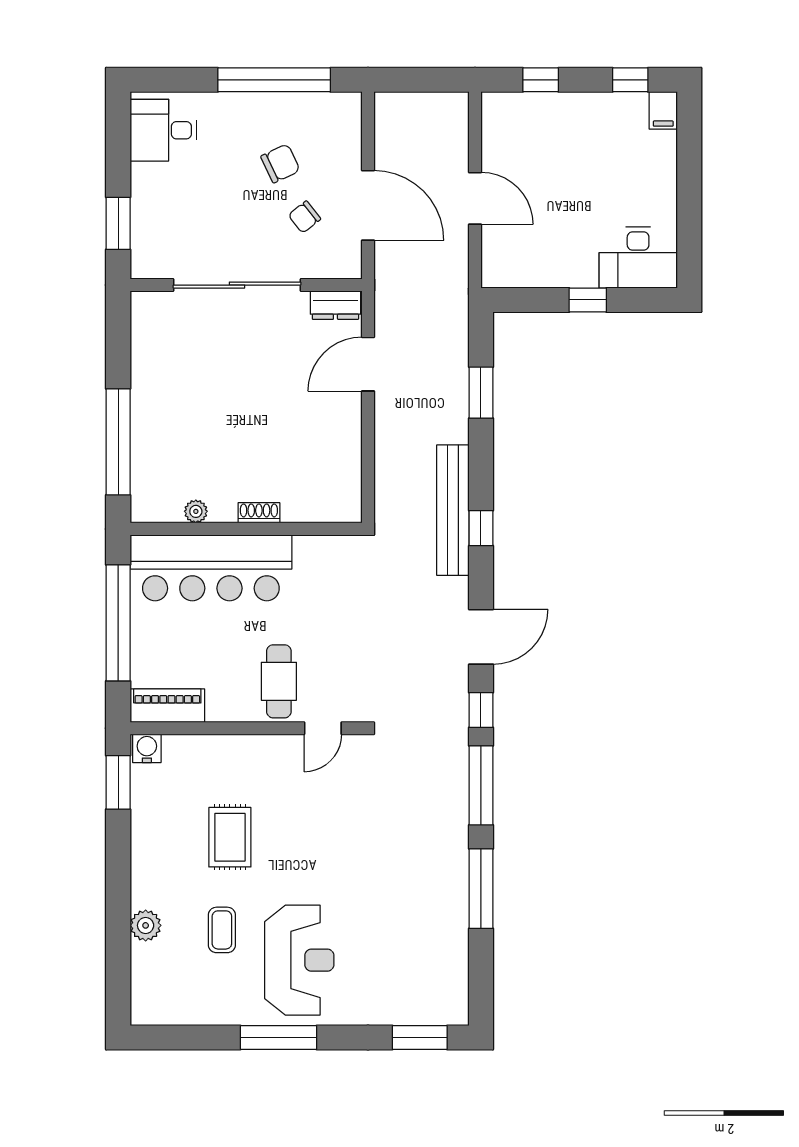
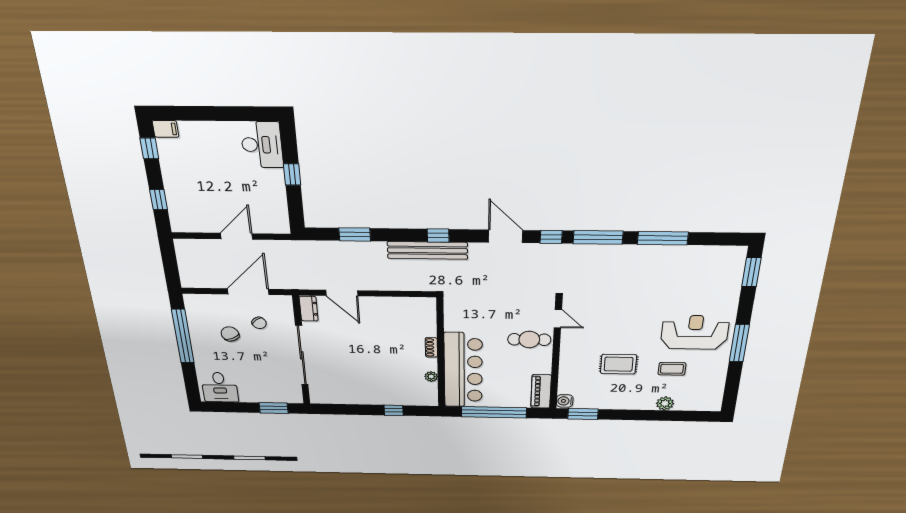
window: (118, 442) -> (394, 410), width x0.32

